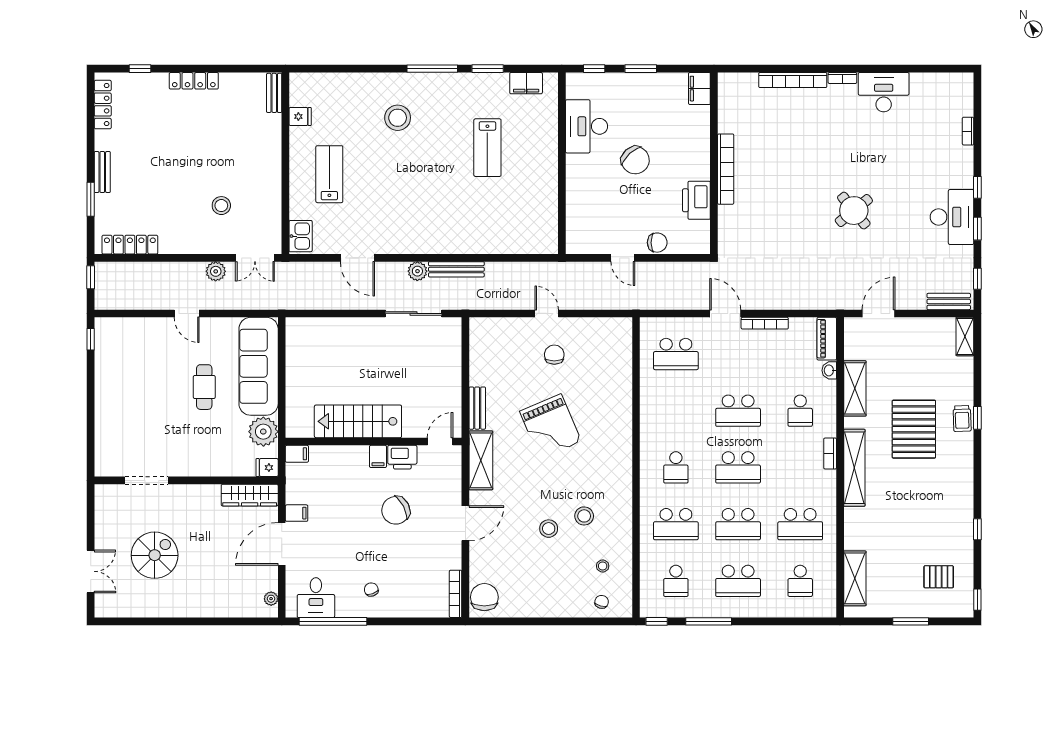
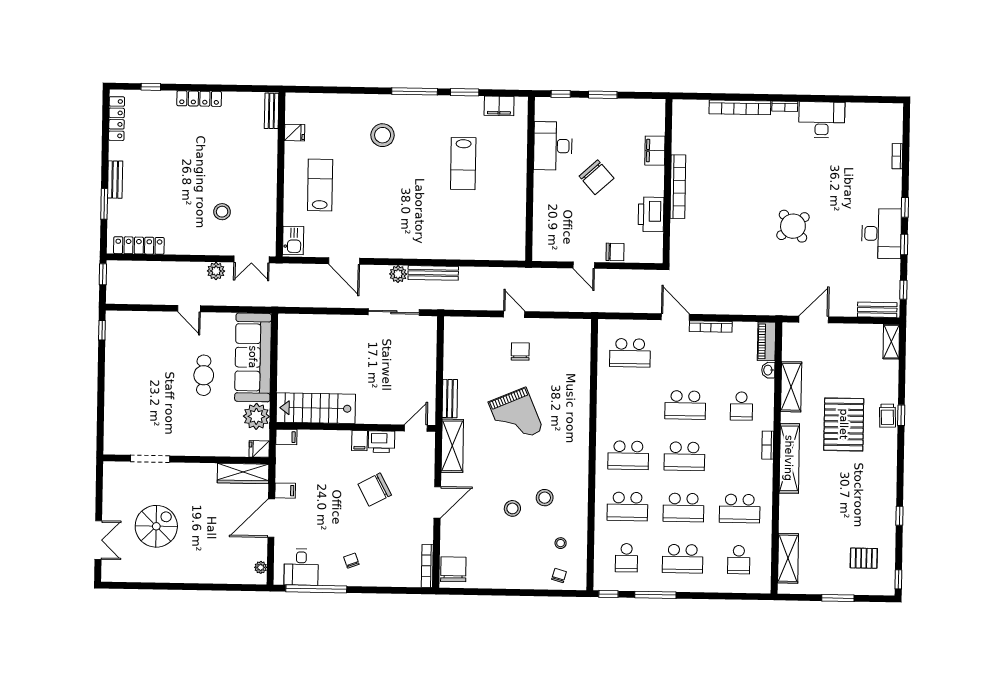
filing cabinet: (699, 89) -> (655, 151), moved
stairs: (358, 421) -> (316, 408), moved
school desk: (676, 467) -> (628, 455), width x1.85

